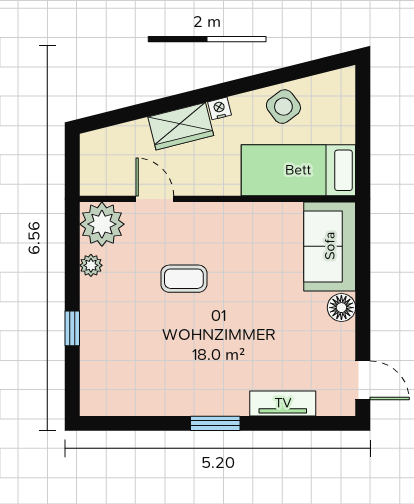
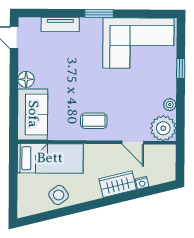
nightstand: (219, 108) -> (142, 183), moved
coffee table: (184, 279) -> (94, 121), moved
corner sofa: (146, 372) -> (138, 43), added

